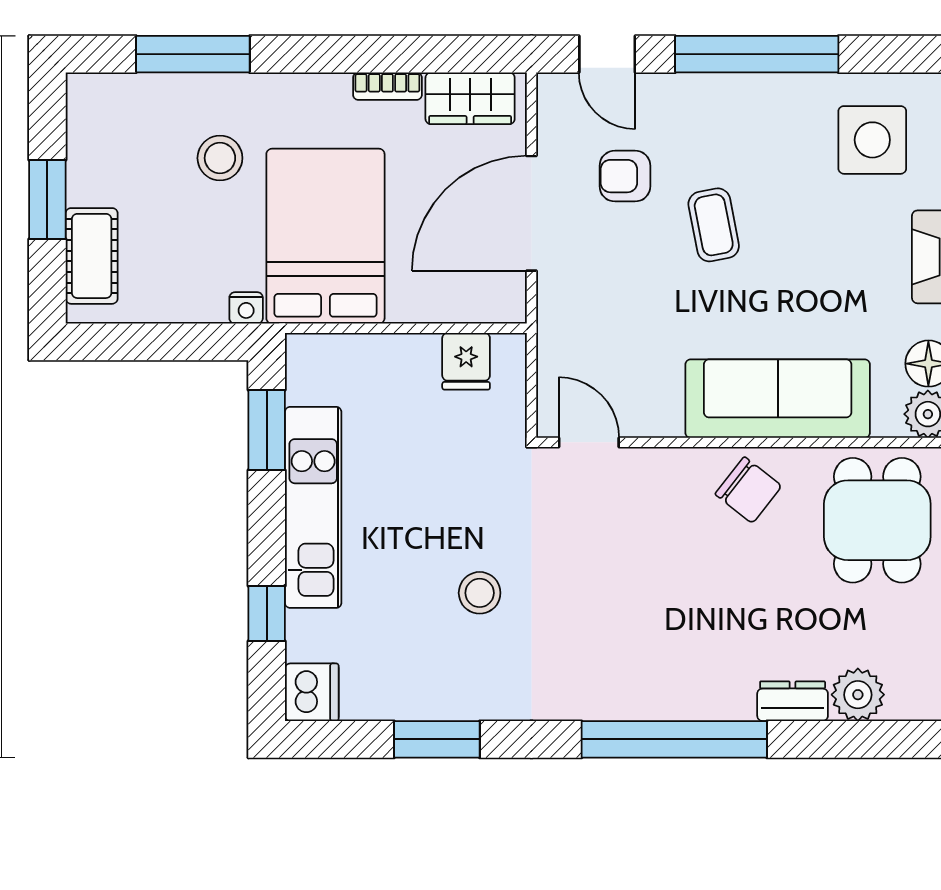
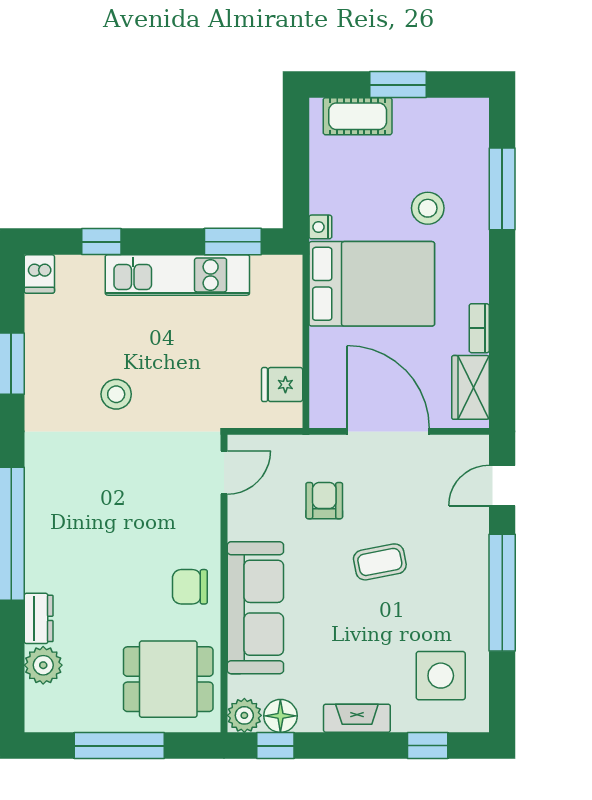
armchair: (625, 176) -> (324, 501), moved
chair: (748, 490) -> (190, 587), turned 52
dishwasher: (312, 692) -> (39, 274), width x0.73

